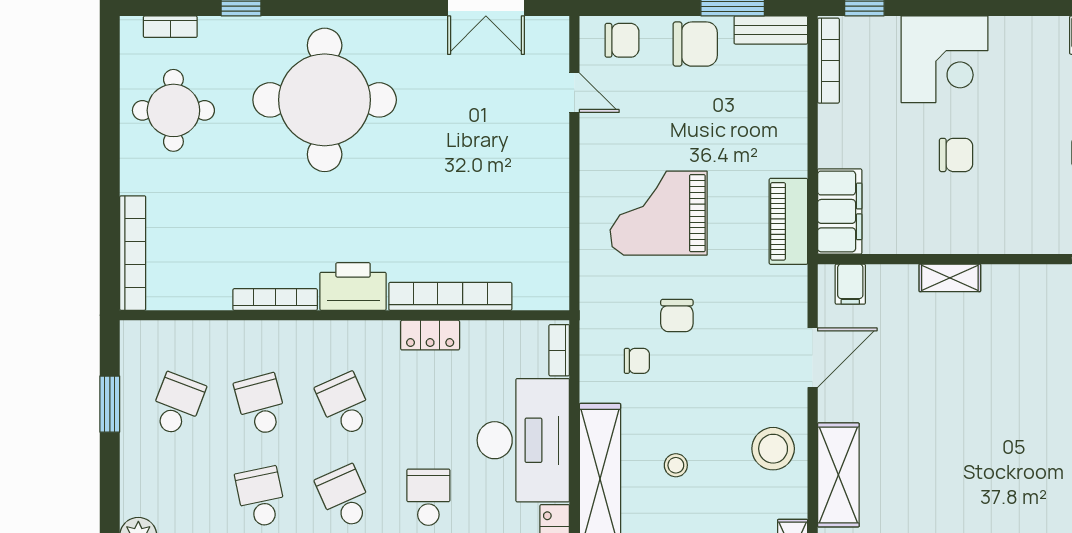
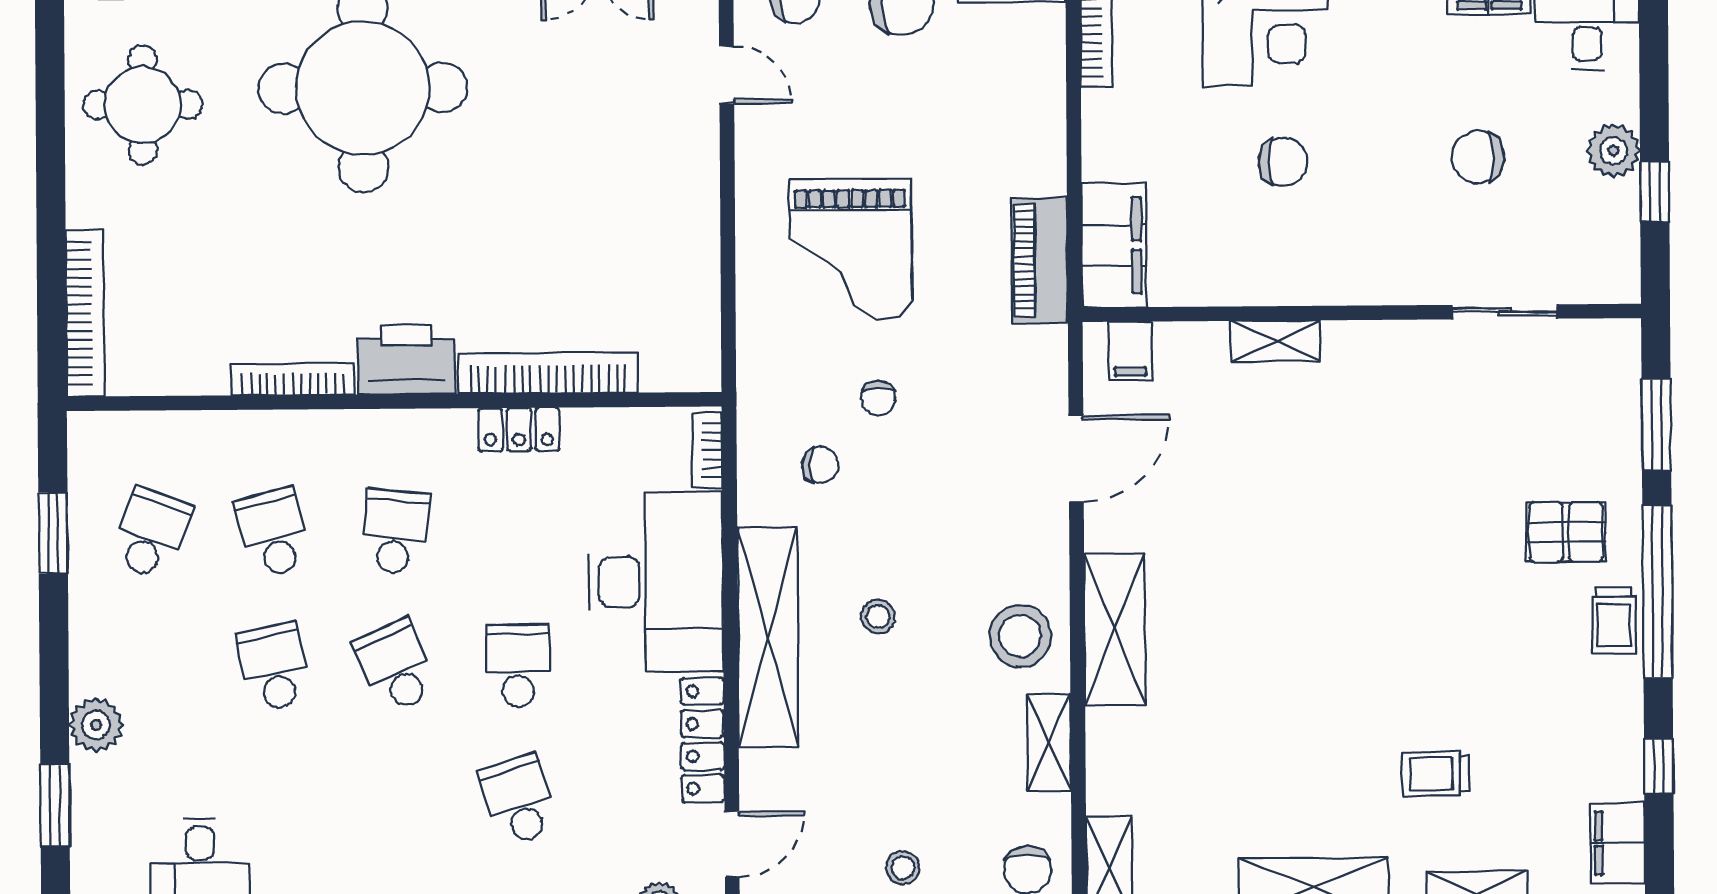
grand piano: (659, 213) -> (850, 250), turned -90
chair: (677, 316) -> (878, 398), width x0.73, depth x0.73
school desk: (345, 405) -> (395, 532), turned 30
stool: (773, 449) -> (1020, 636), moved

